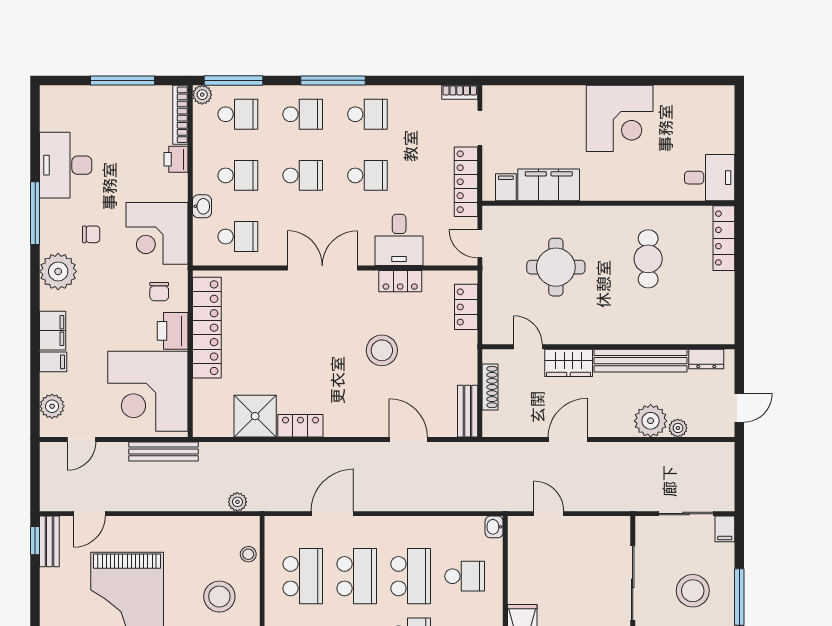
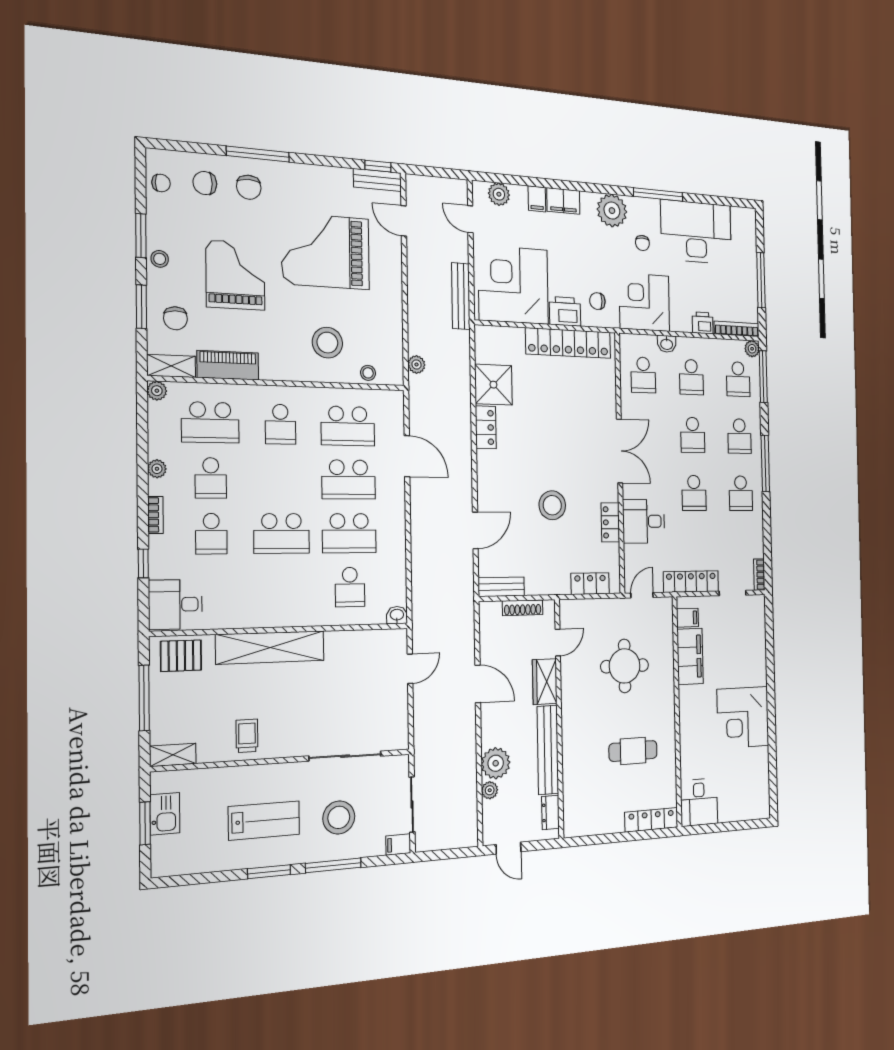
desk: (66, 165) -> (696, 232), width x1.36, depth x1.30

